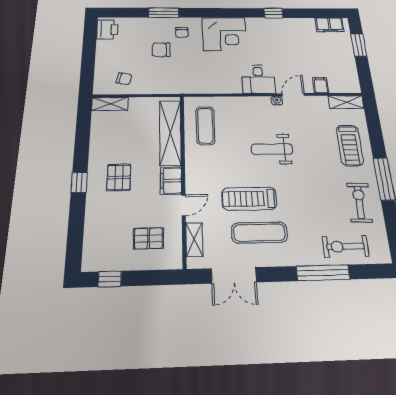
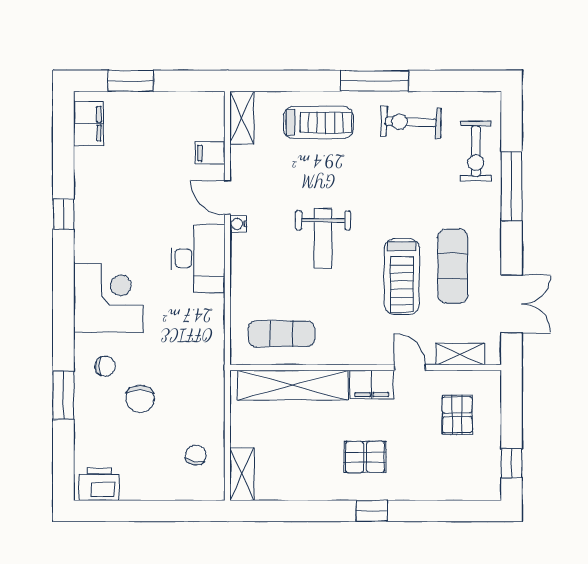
desk: (258, 79) -> (198, 258), width x1.37

